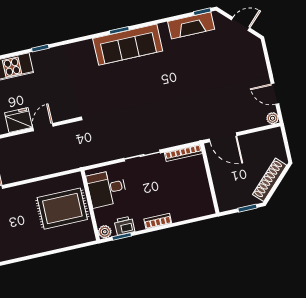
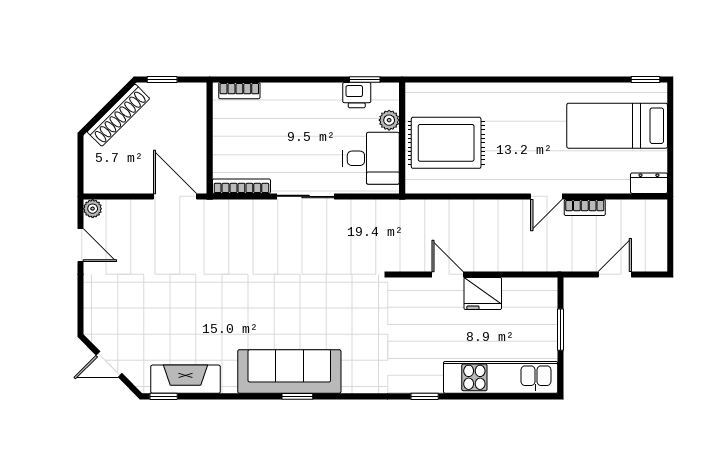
door: (43, 127) -> (448, 274), swing flipped
bookcase: (158, 221) -> (239, 91), moved
plant: (105, 232) -> (389, 120), moved

